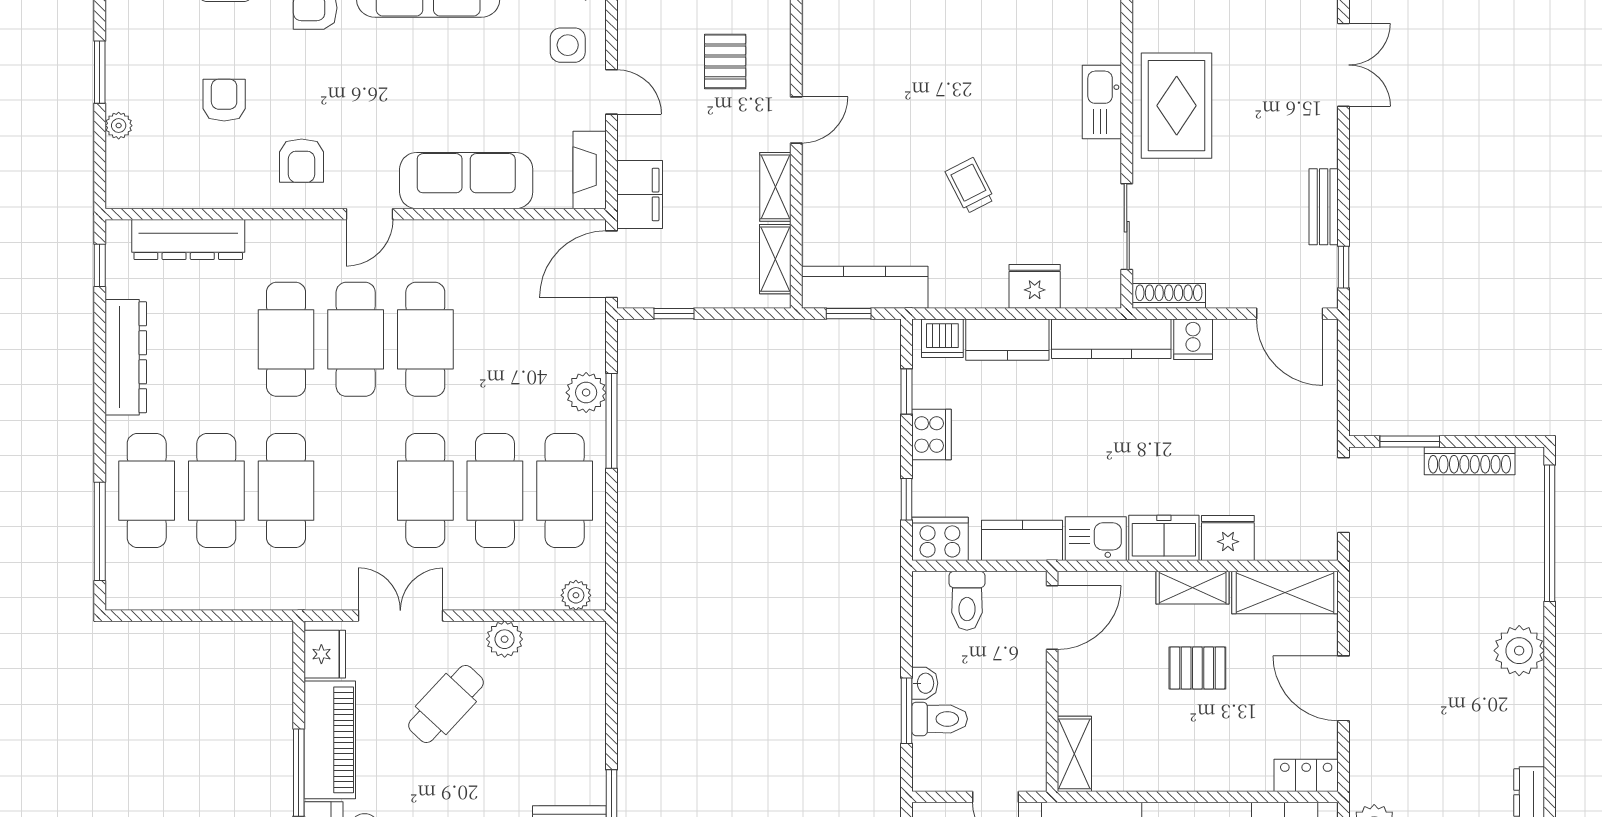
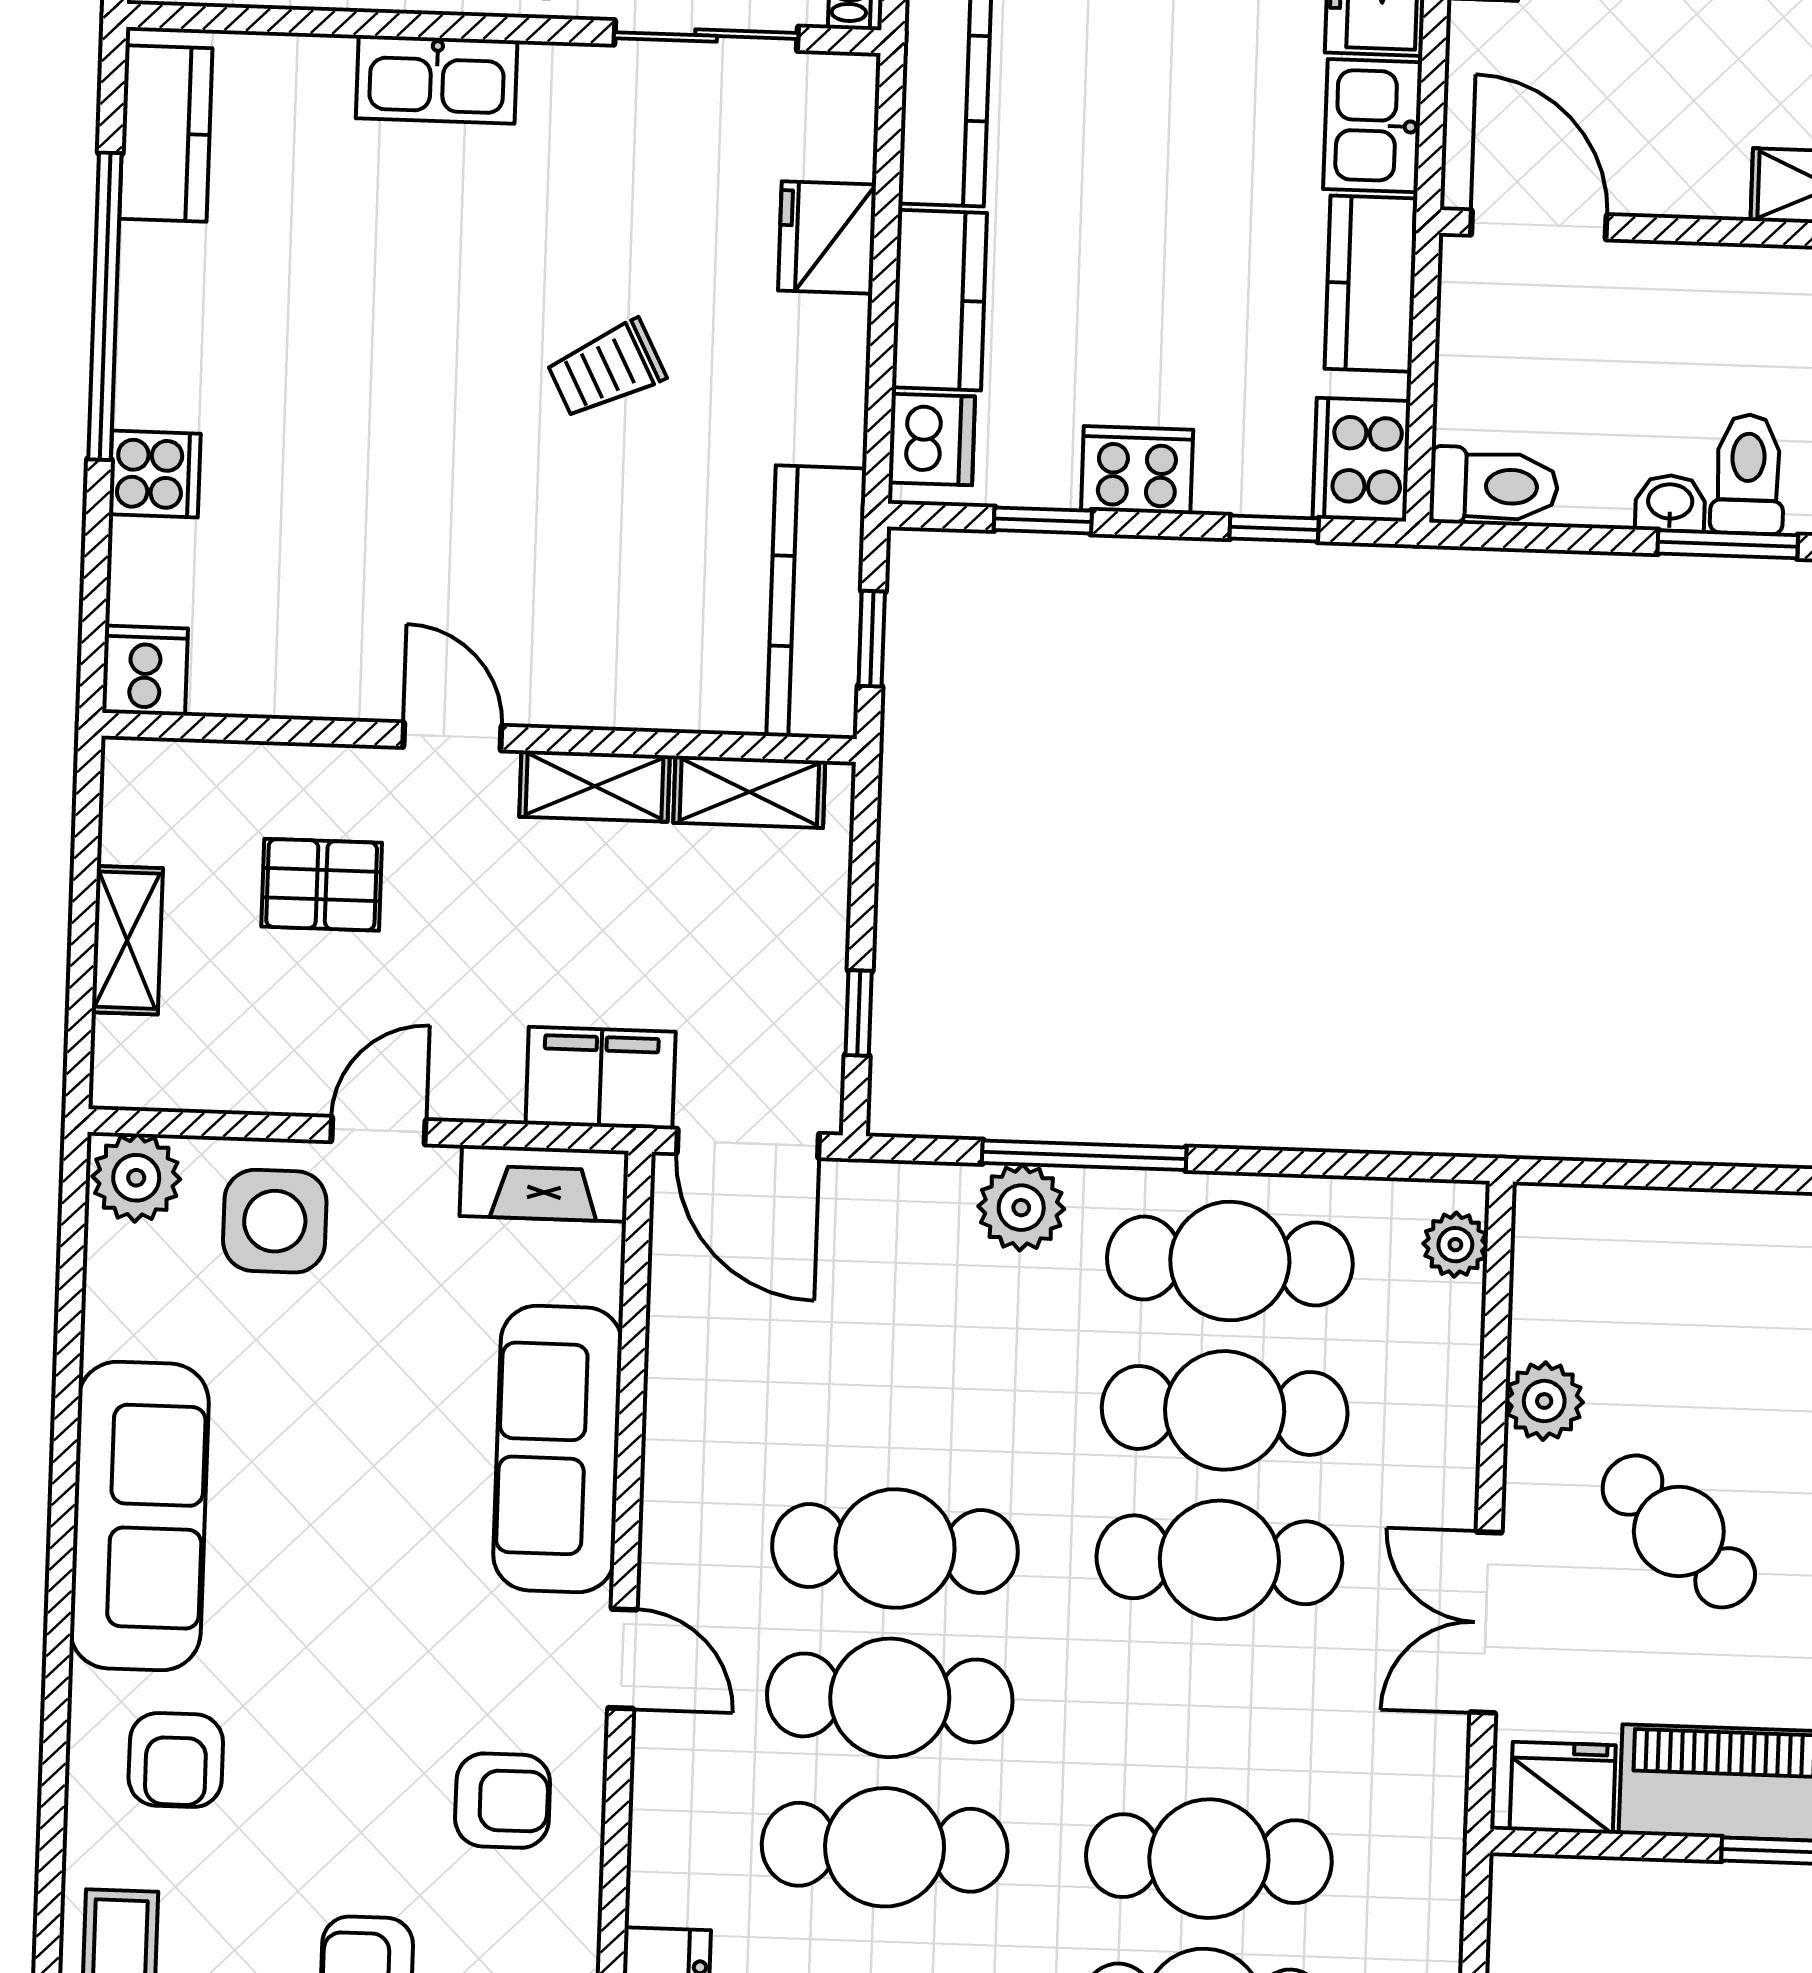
side table: (568, 45) -> (275, 1221), width x1.37, depth x1.37
toilet: (967, 601) -> (1494, 486), moved

